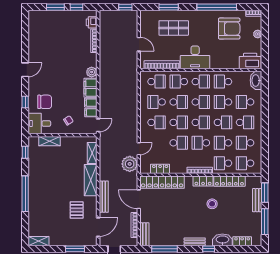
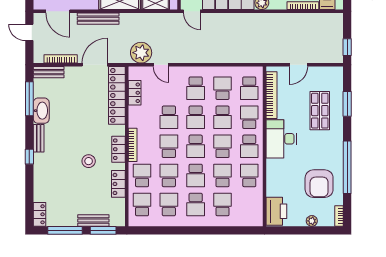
washbasin: (256, 80) -> (251, 219), removed
school desk: (201, 102) -> (222, 146), turned 180
locker: (229, 181) -> (118, 184), width x0.66
washbasin: (222, 240) -> (41, 111), moved
locker: (242, 241) -> (39, 214), moved

